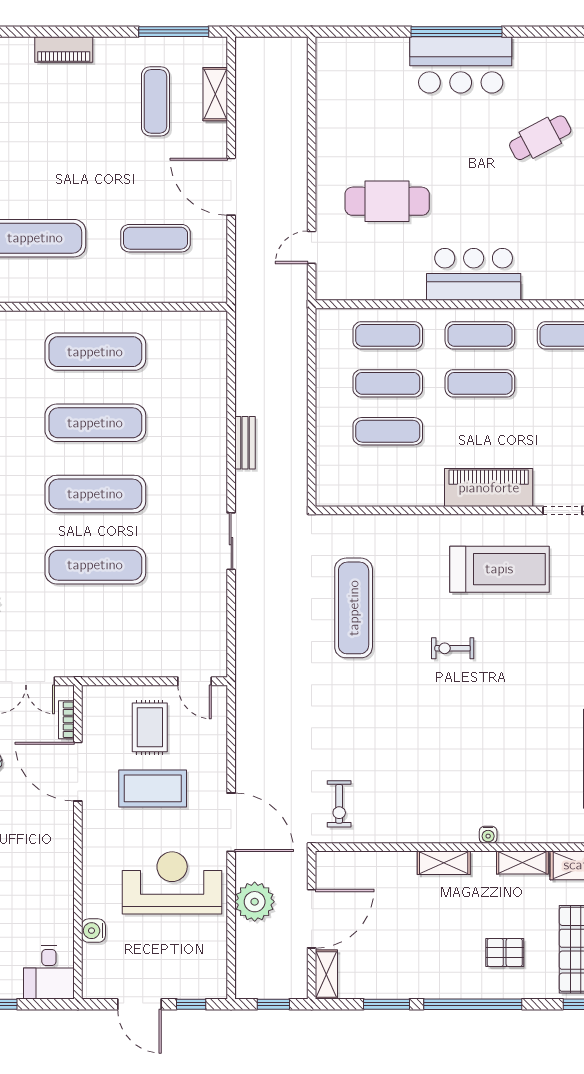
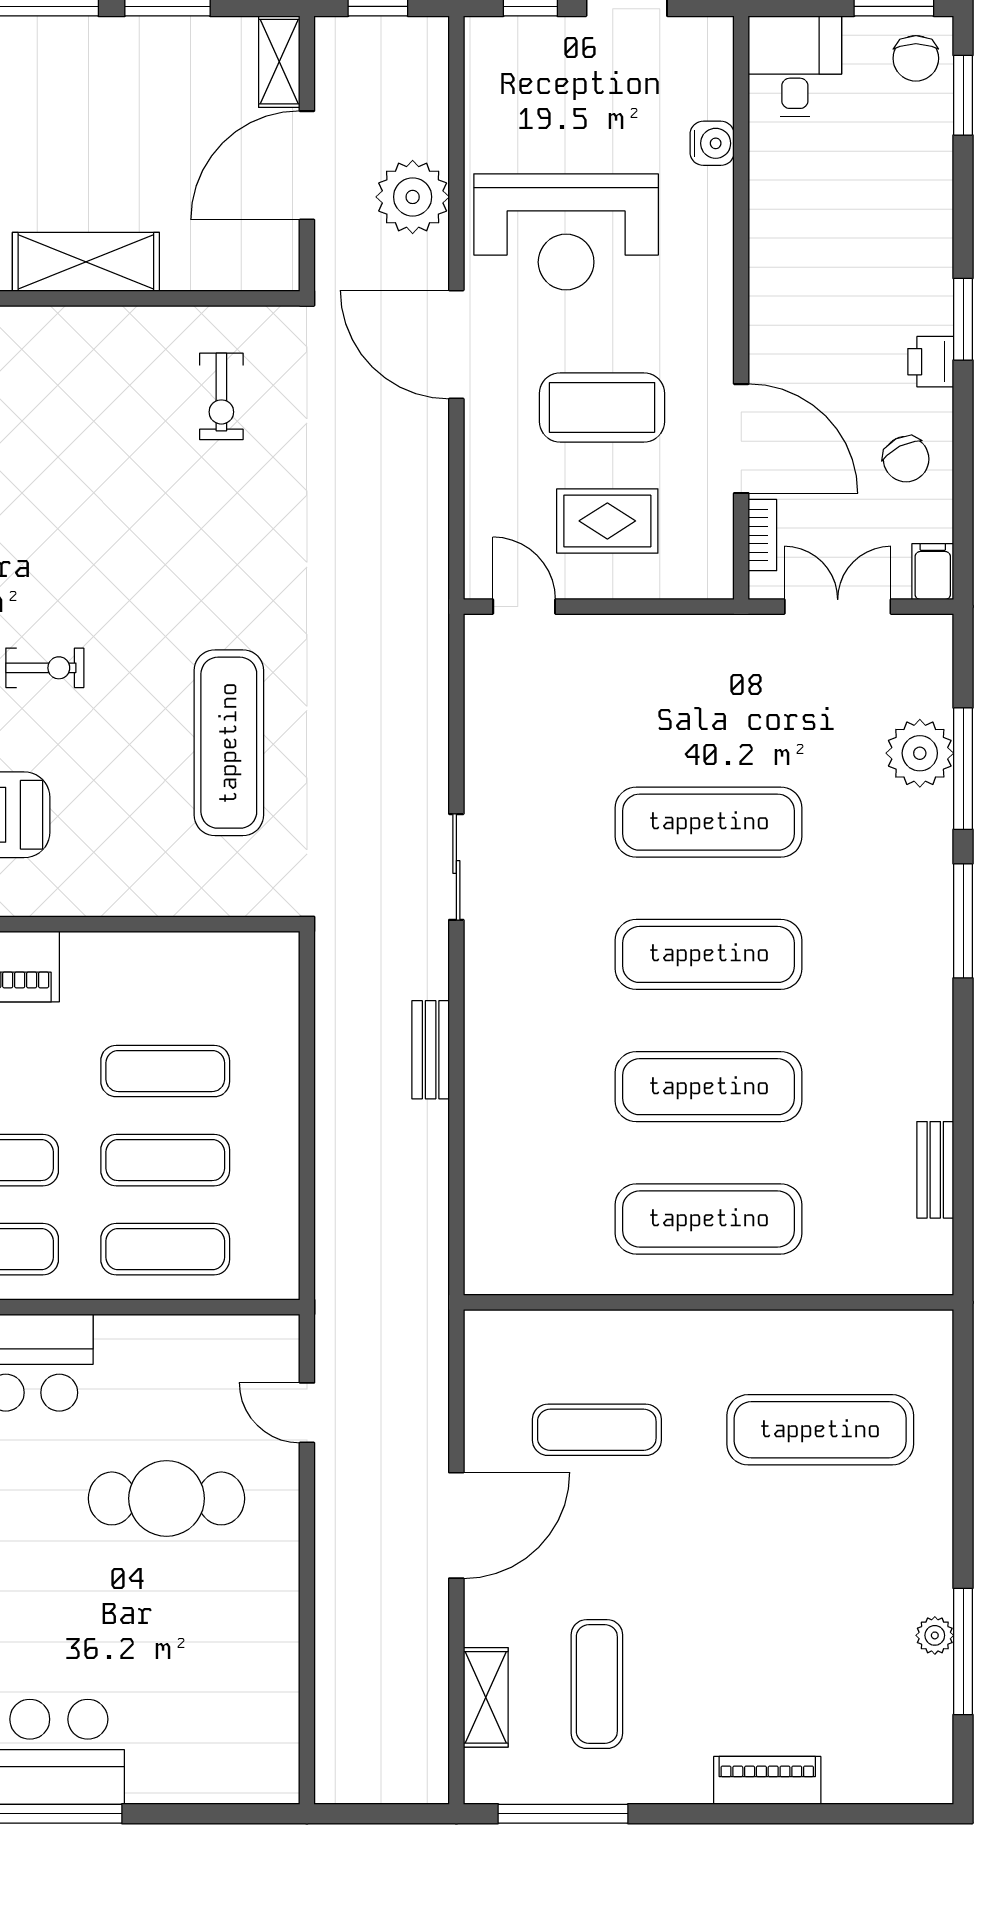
door: (231, 187) -> (456, 1525), hinge flipped
door: (312, 247) -> (307, 1413), swing flipped
rug: (150, 727) -> (607, 521), turned 90
exercise bike: (339, 804) -> (221, 396), moved, turned 180
shelving: (444, 863) -> (86, 262), width x1.50, depth x1.33

